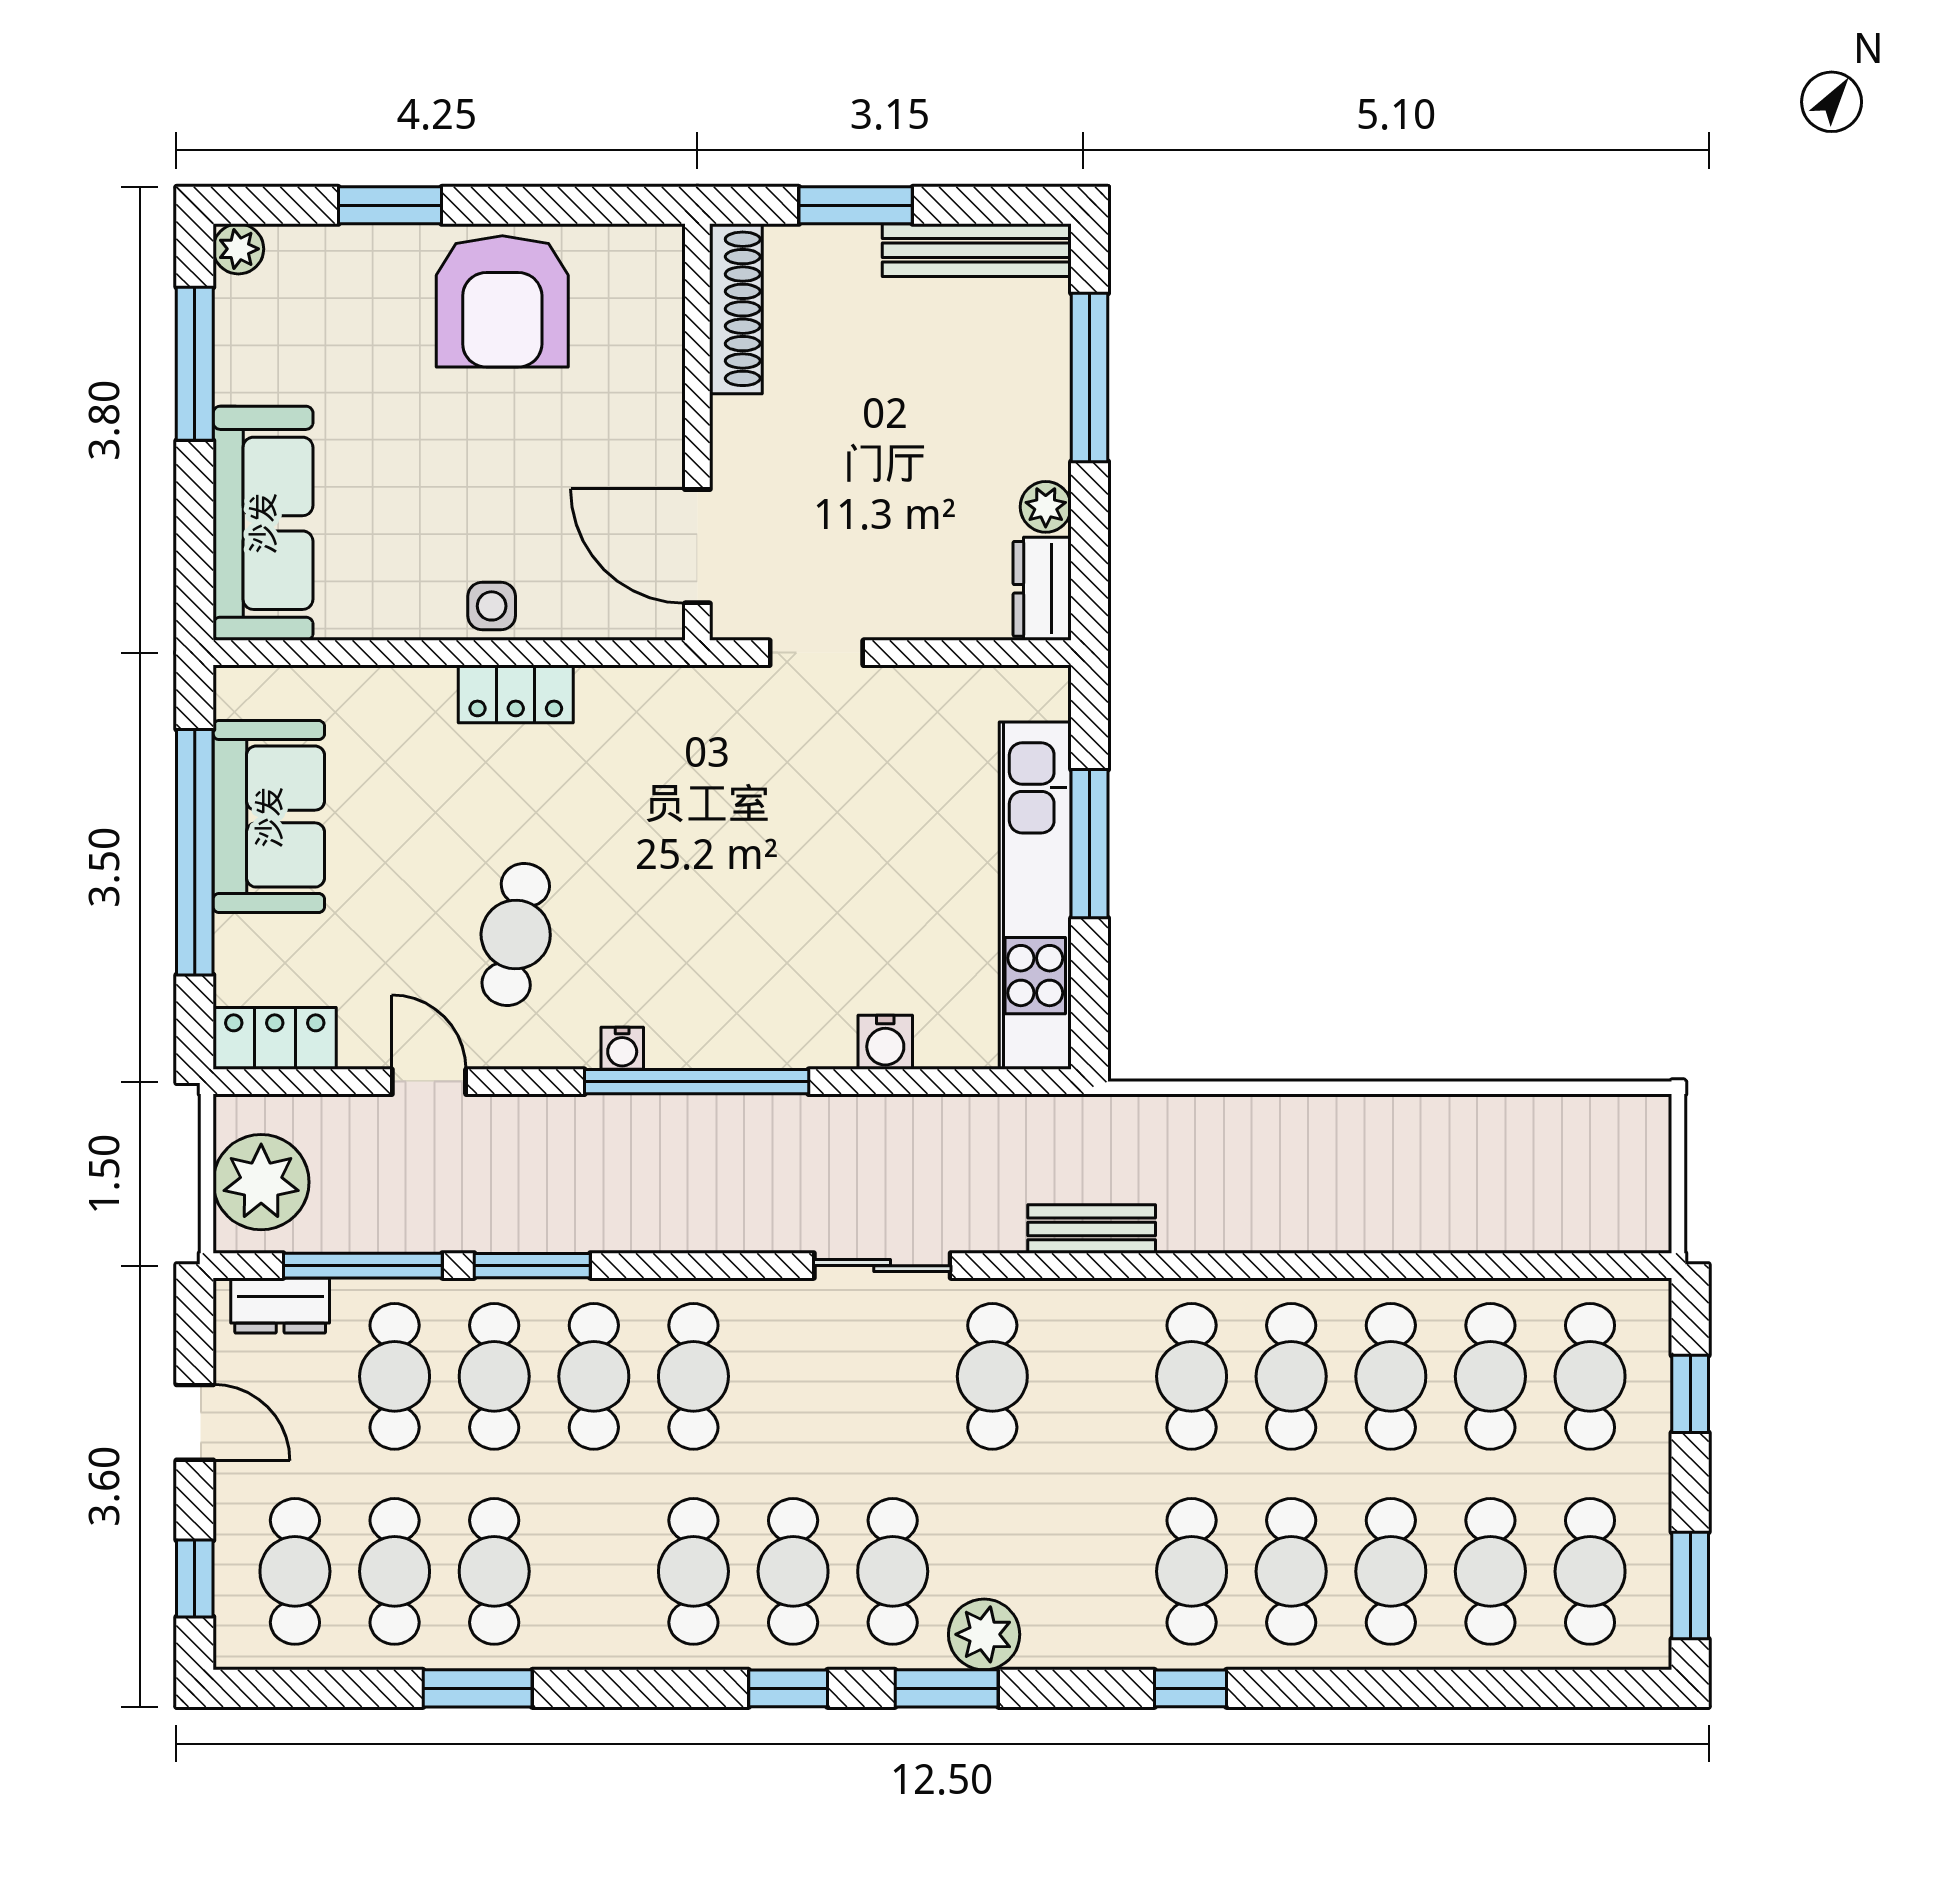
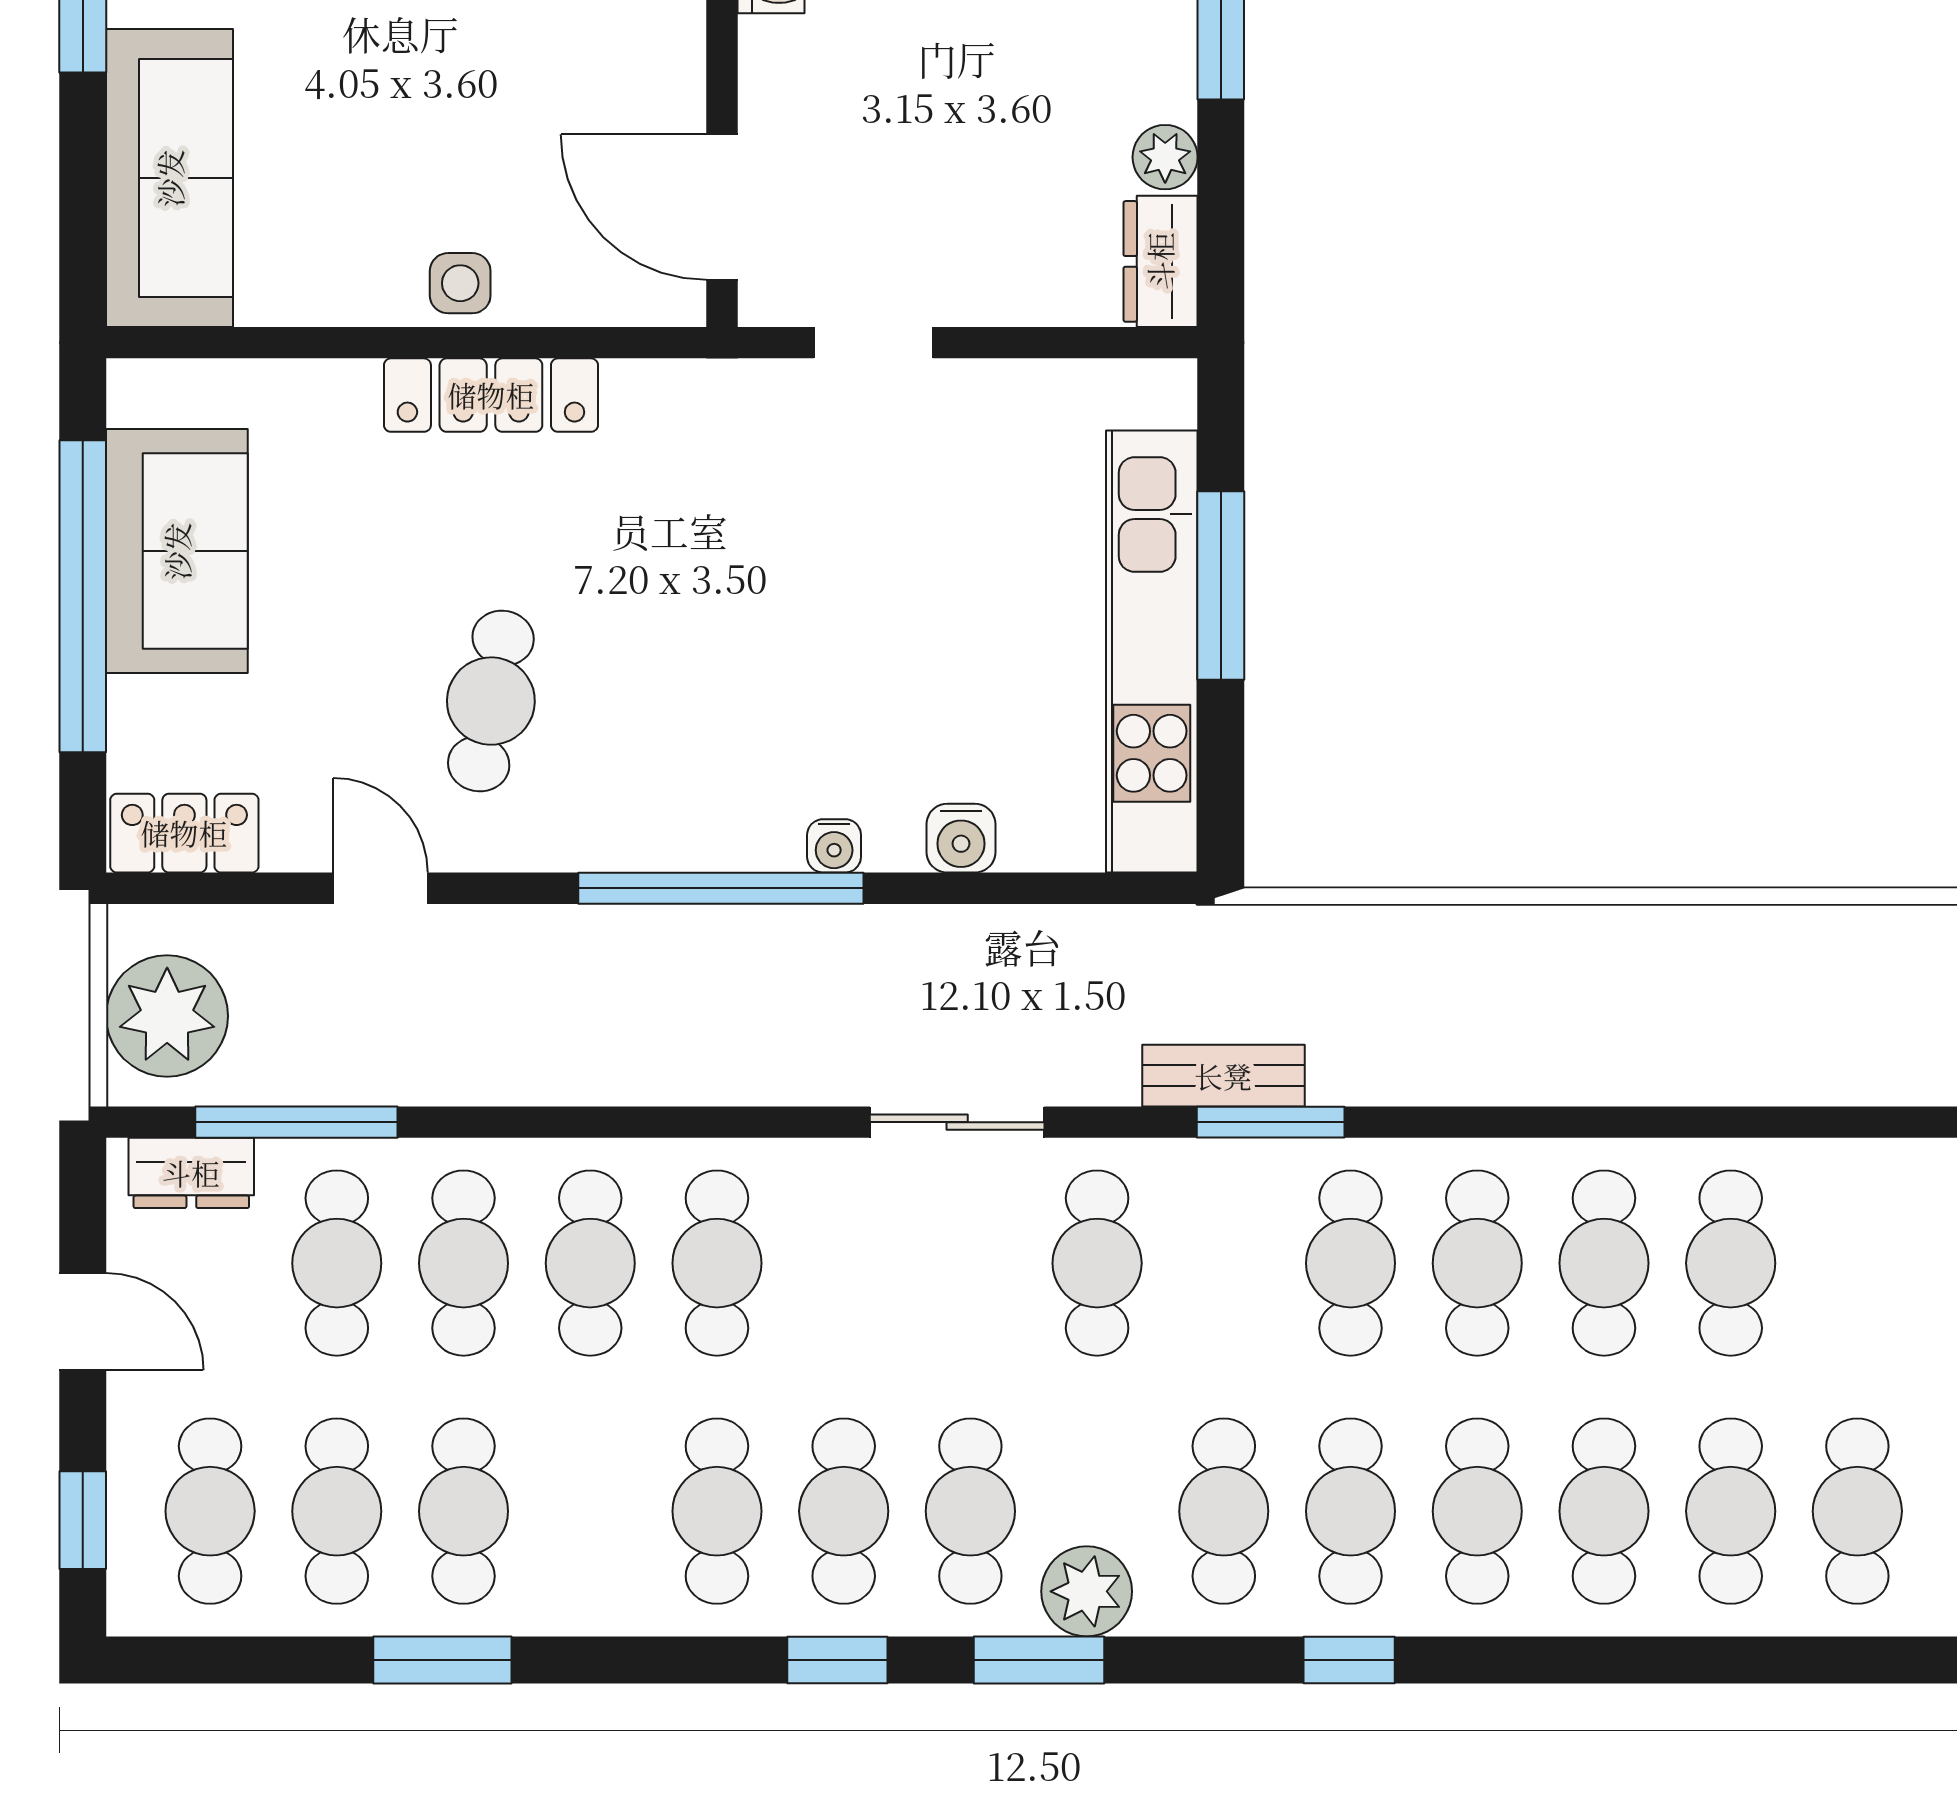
locker: (516, 694) -> (491, 395), width x1.53
water cooler: (622, 1048) -> (834, 846), moved
window: (532, 1266) -> (1271, 1122), moved
cafe table: (1590, 1376) -> (1224, 1511), moved

